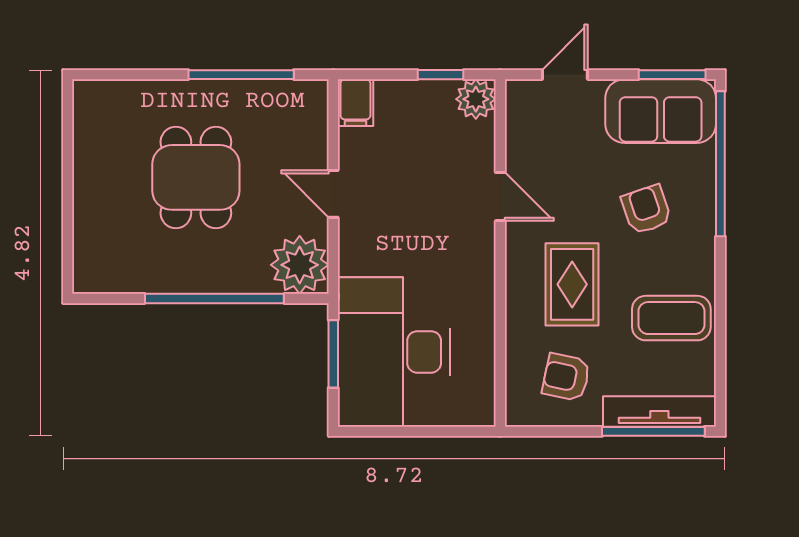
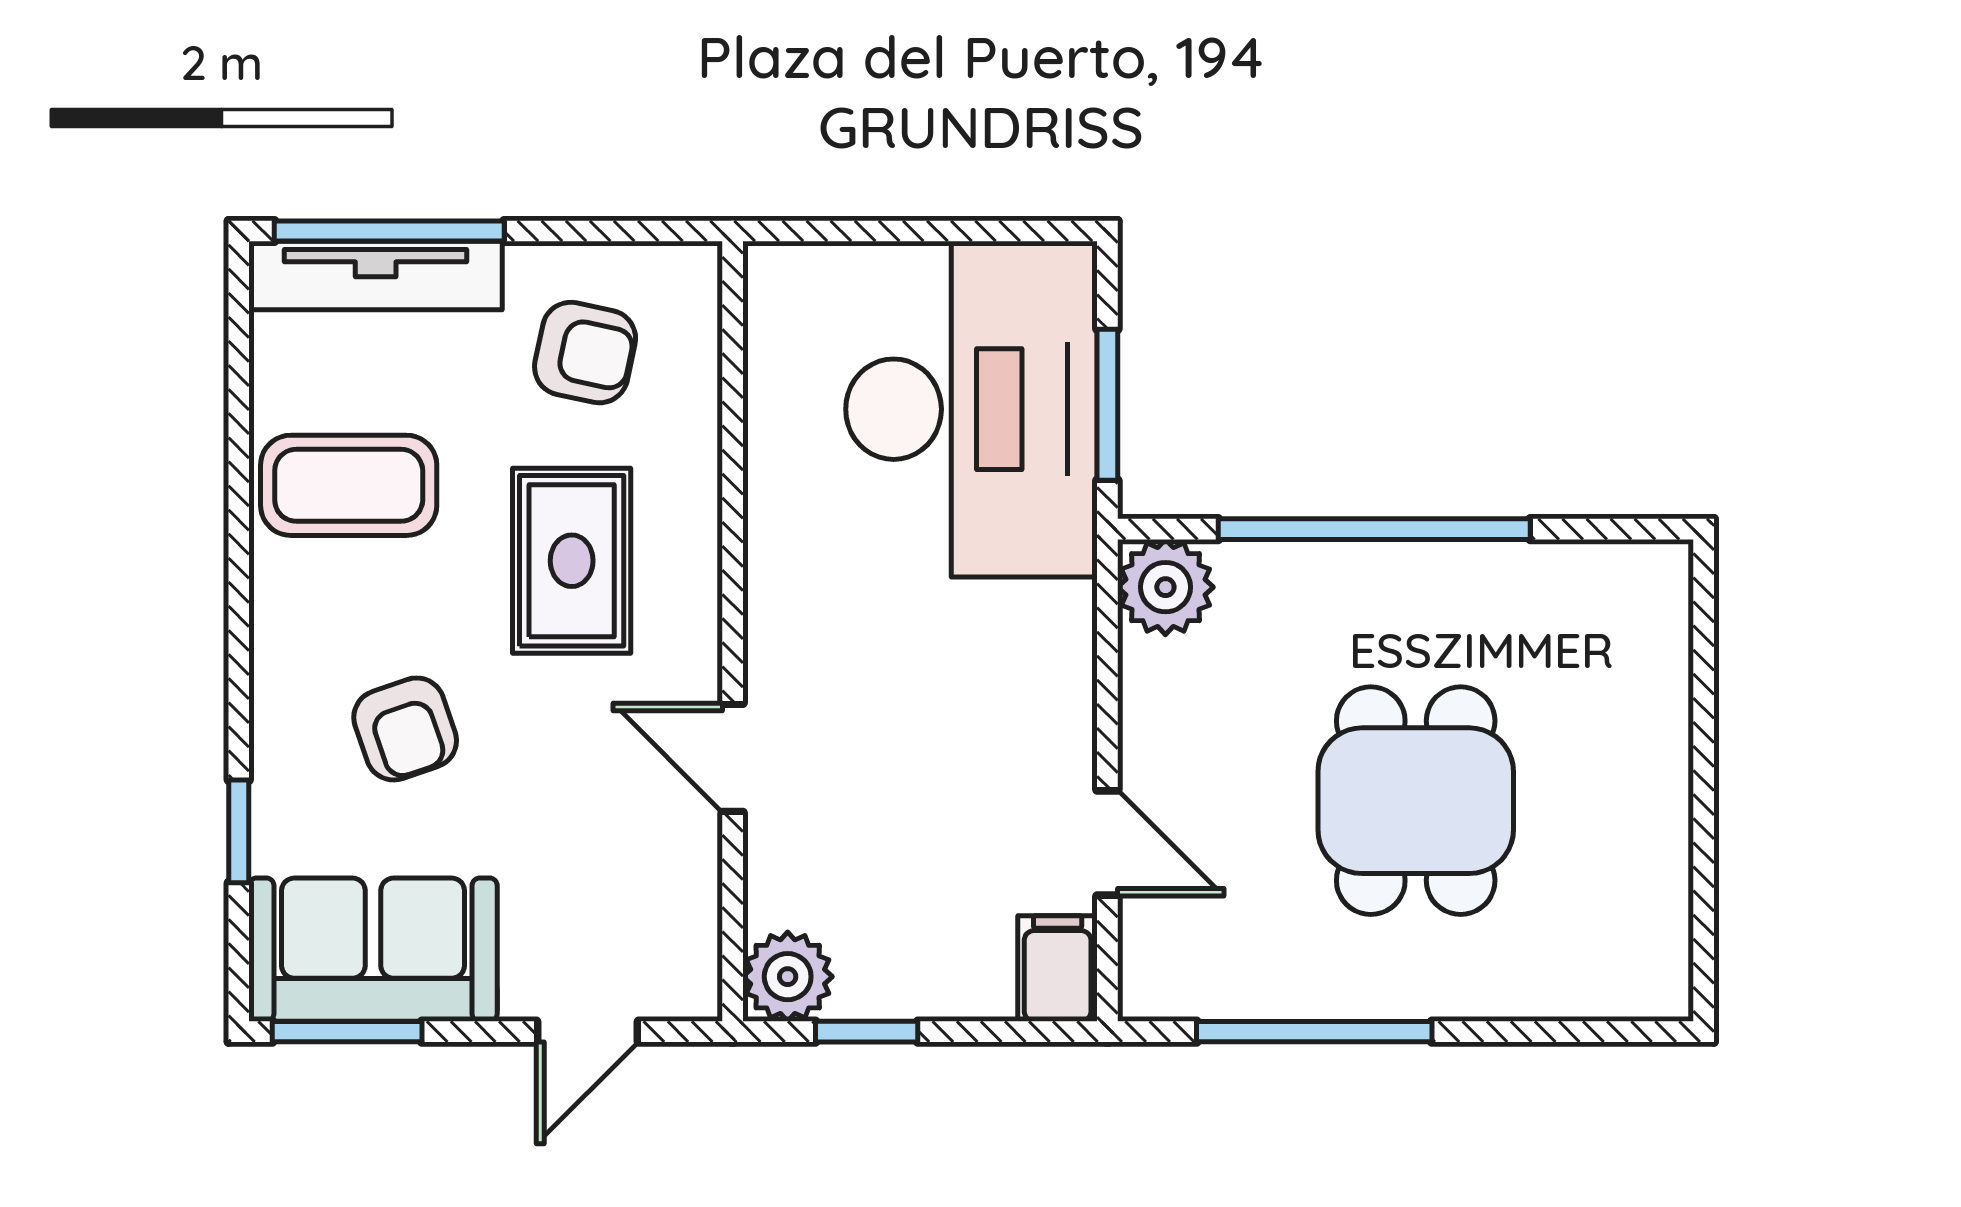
window: (720, 164) -> (239, 831), width x0.32
door: (333, 194) -> (1107, 843), moved
plant: (300, 265) -> (1165, 587), width x0.73, depth x0.73

